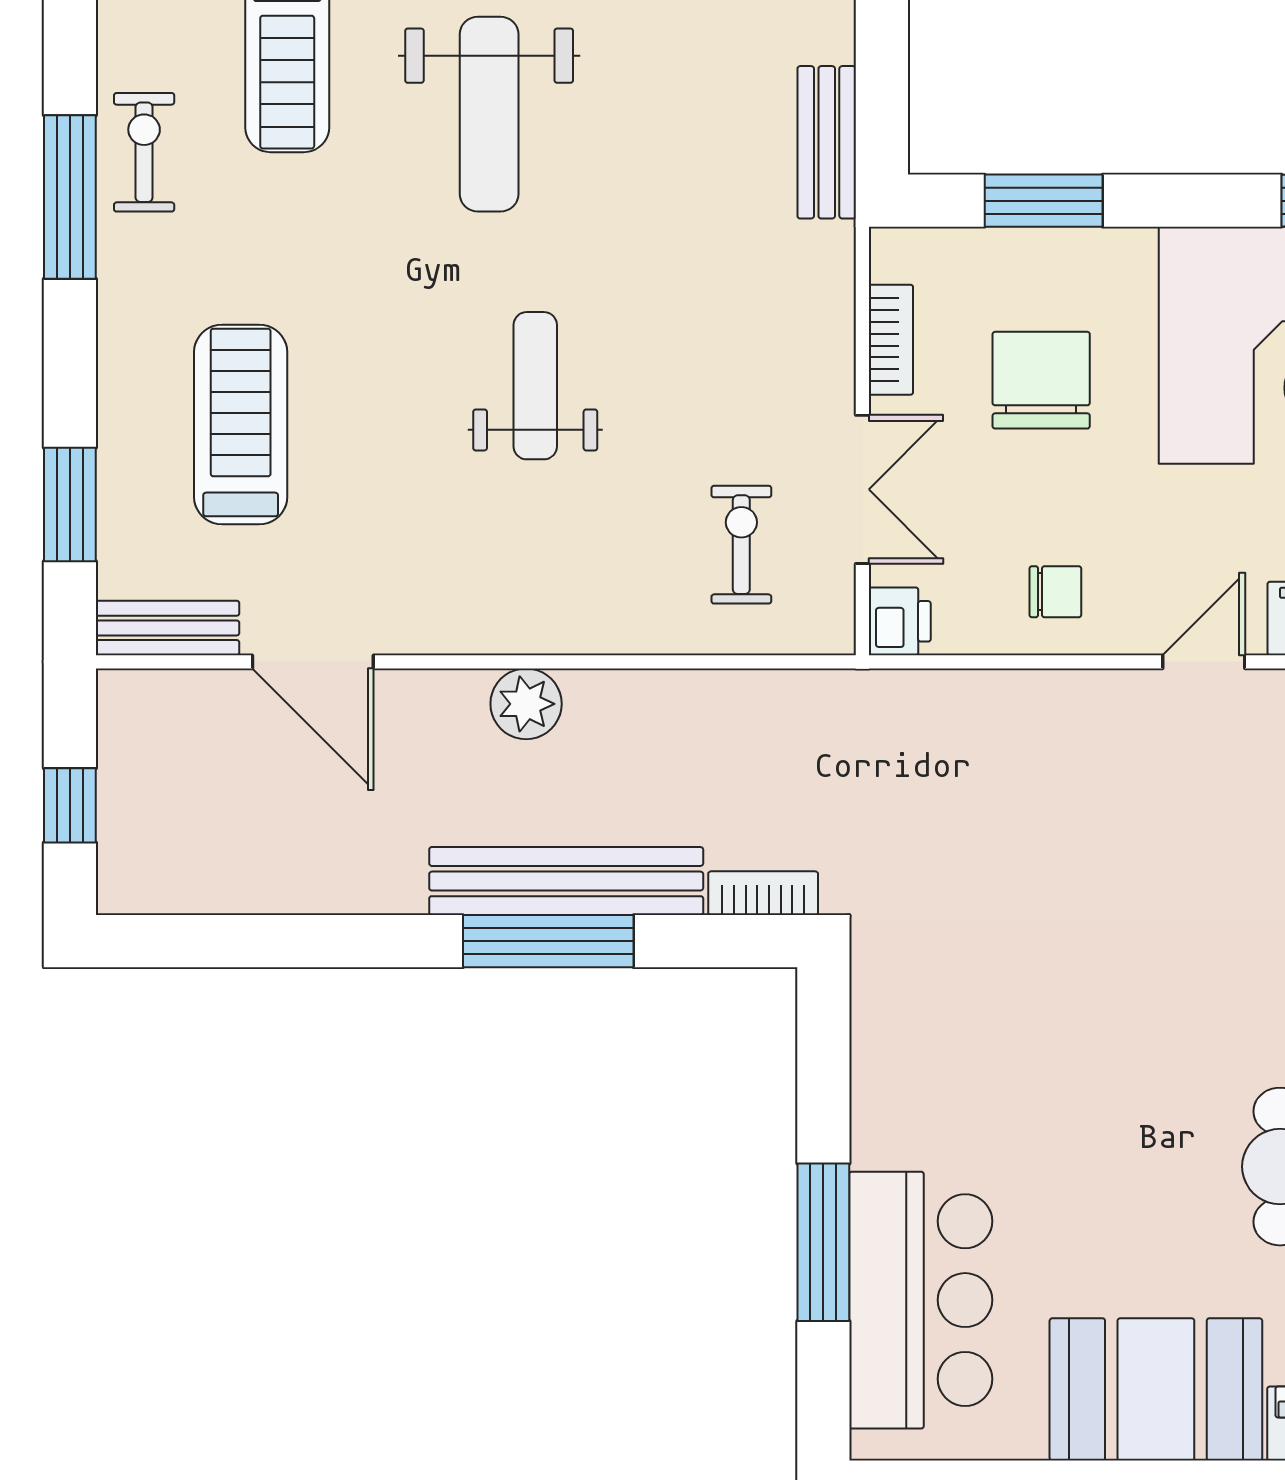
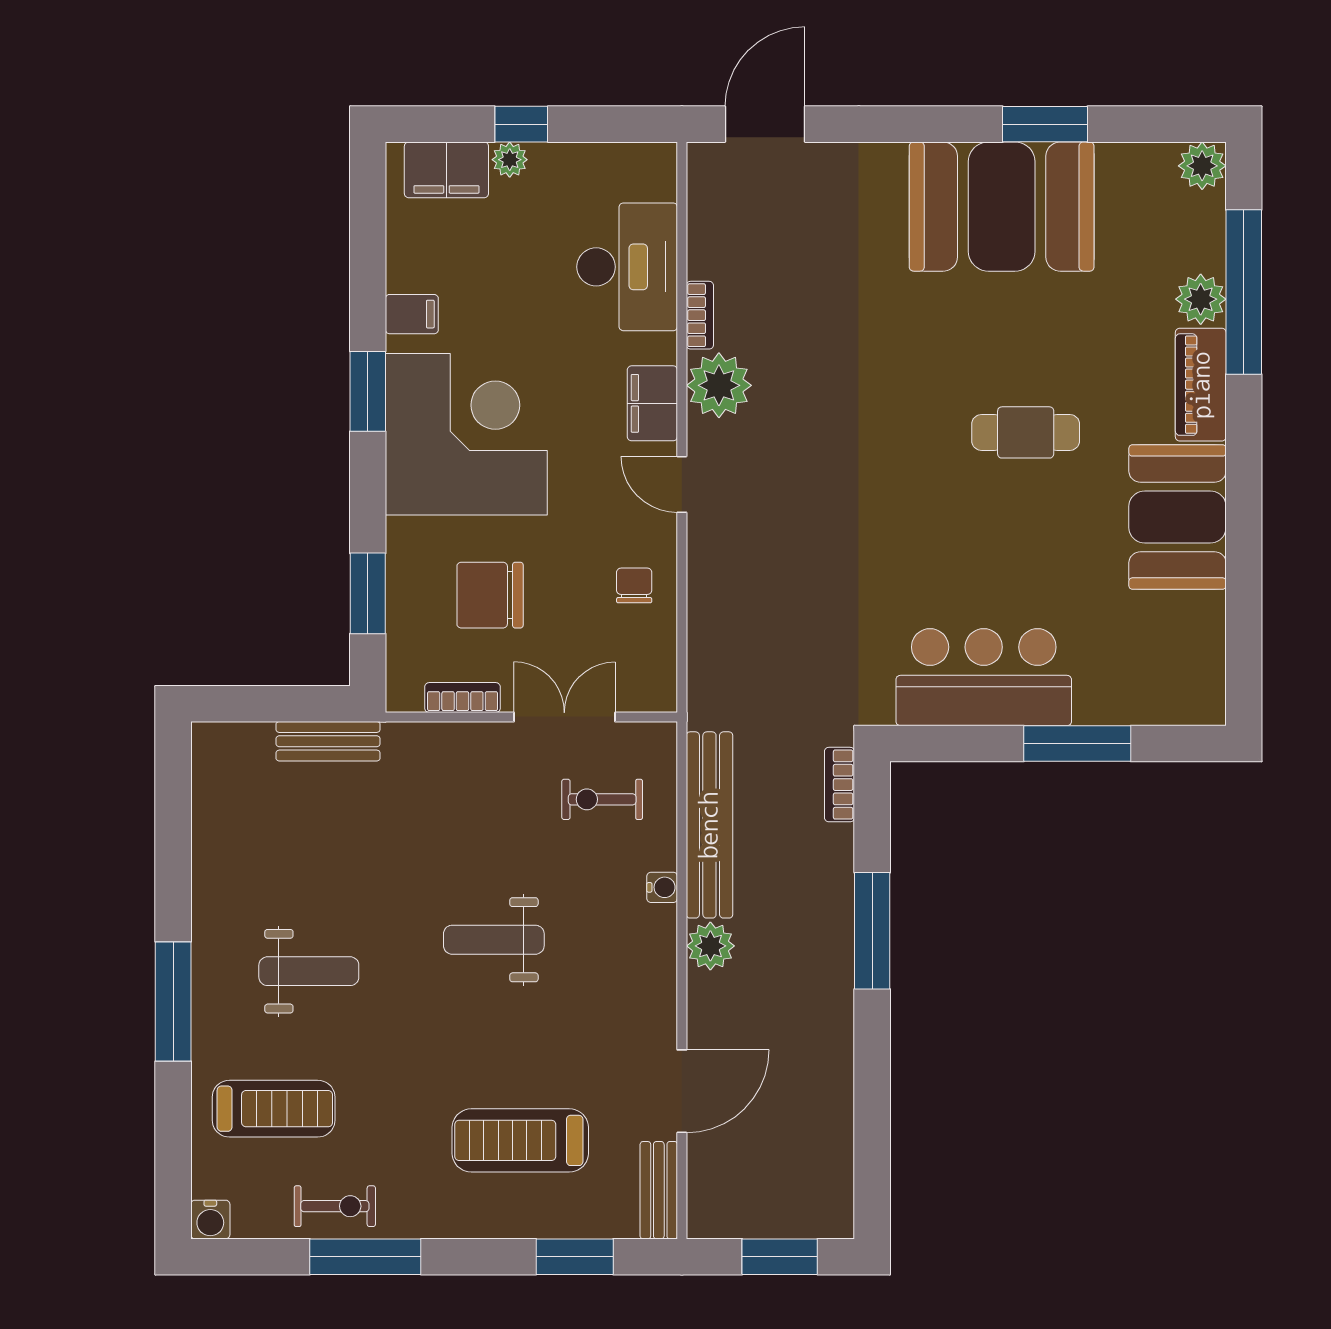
weight bench: (489, 114) -> (309, 971), width x0.73, depth x0.75
exercise bike: (144, 152) -> (335, 1206), turned 180
printer: (900, 621) -> (654, 692), removed
water cooler: (612, 633) -> (662, 887), added
window: (70, 805) -> (780, 1257), width x1.50
bench: (566, 881) -> (709, 825), moved
bar counter: (921, 1300) -> (984, 677), moved

